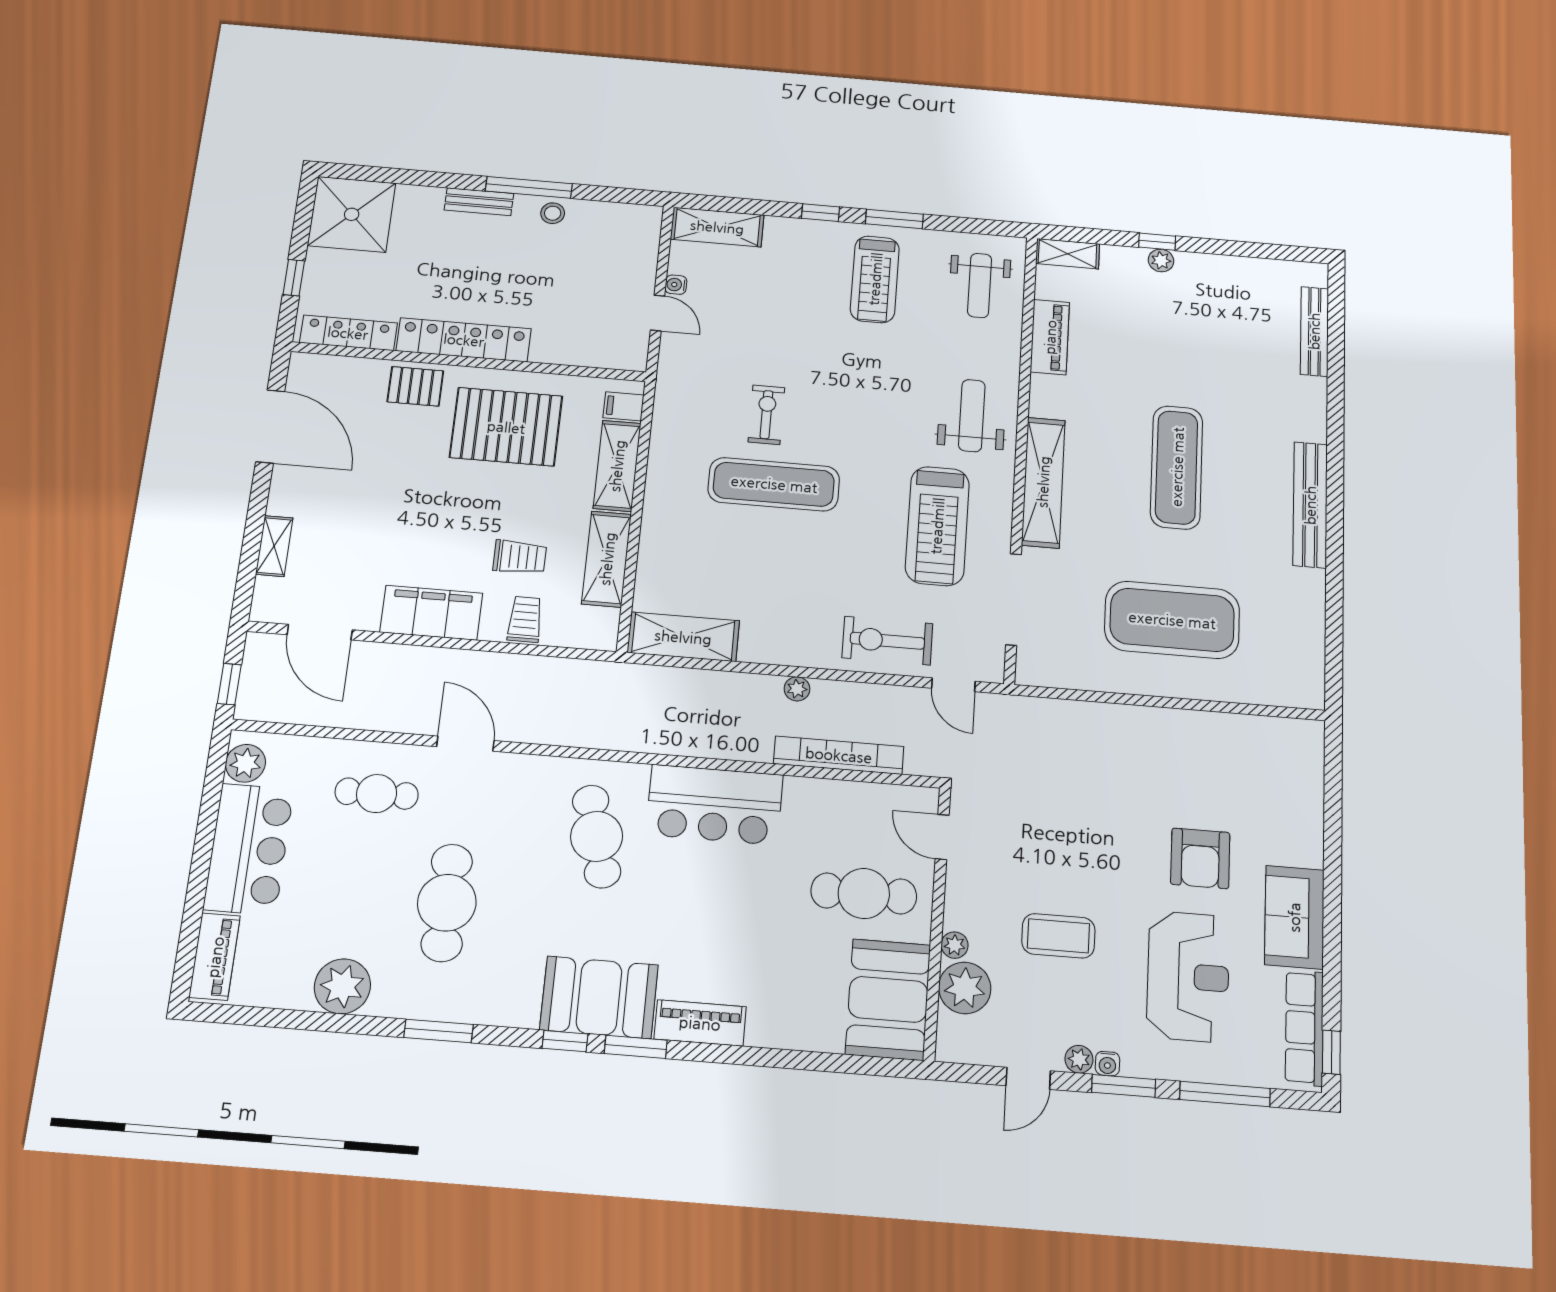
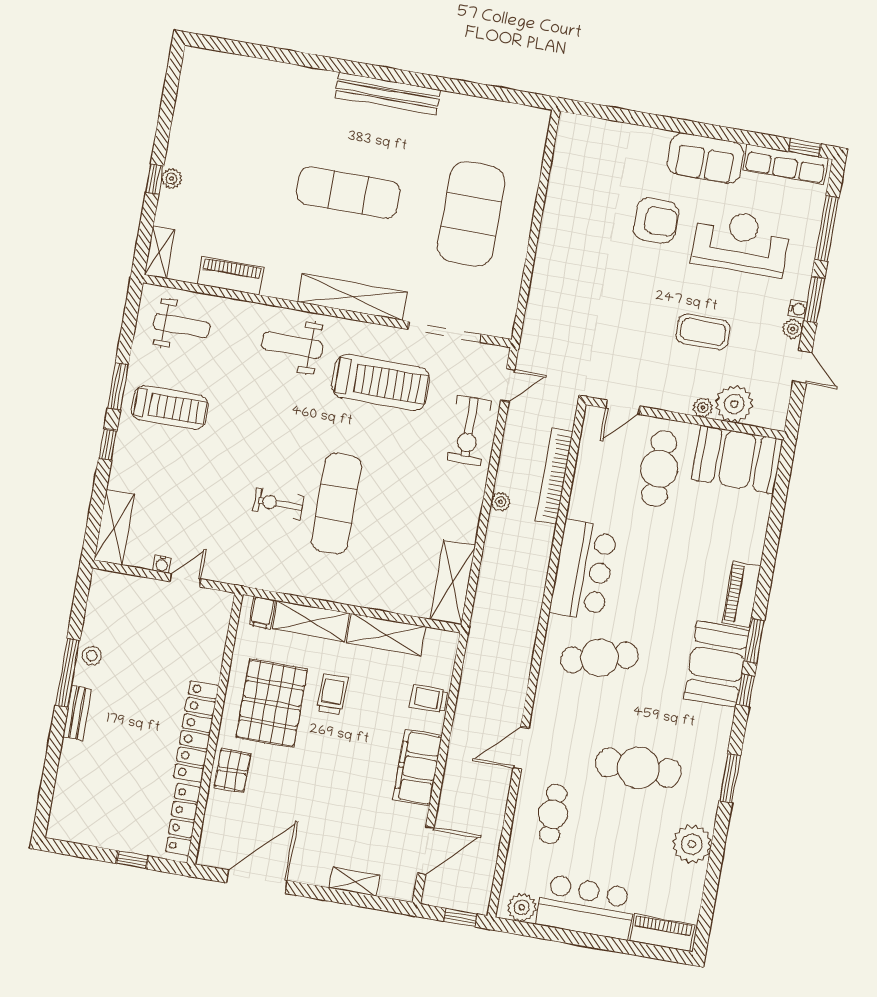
shower: (352, 214) -> (80, 813), removed
bench: (1314, 331) -> (243, 66), removed
trolley: (520, 557) -> (332, 694), moved
coffee table: (1058, 936) -> (703, 332), turned 90

